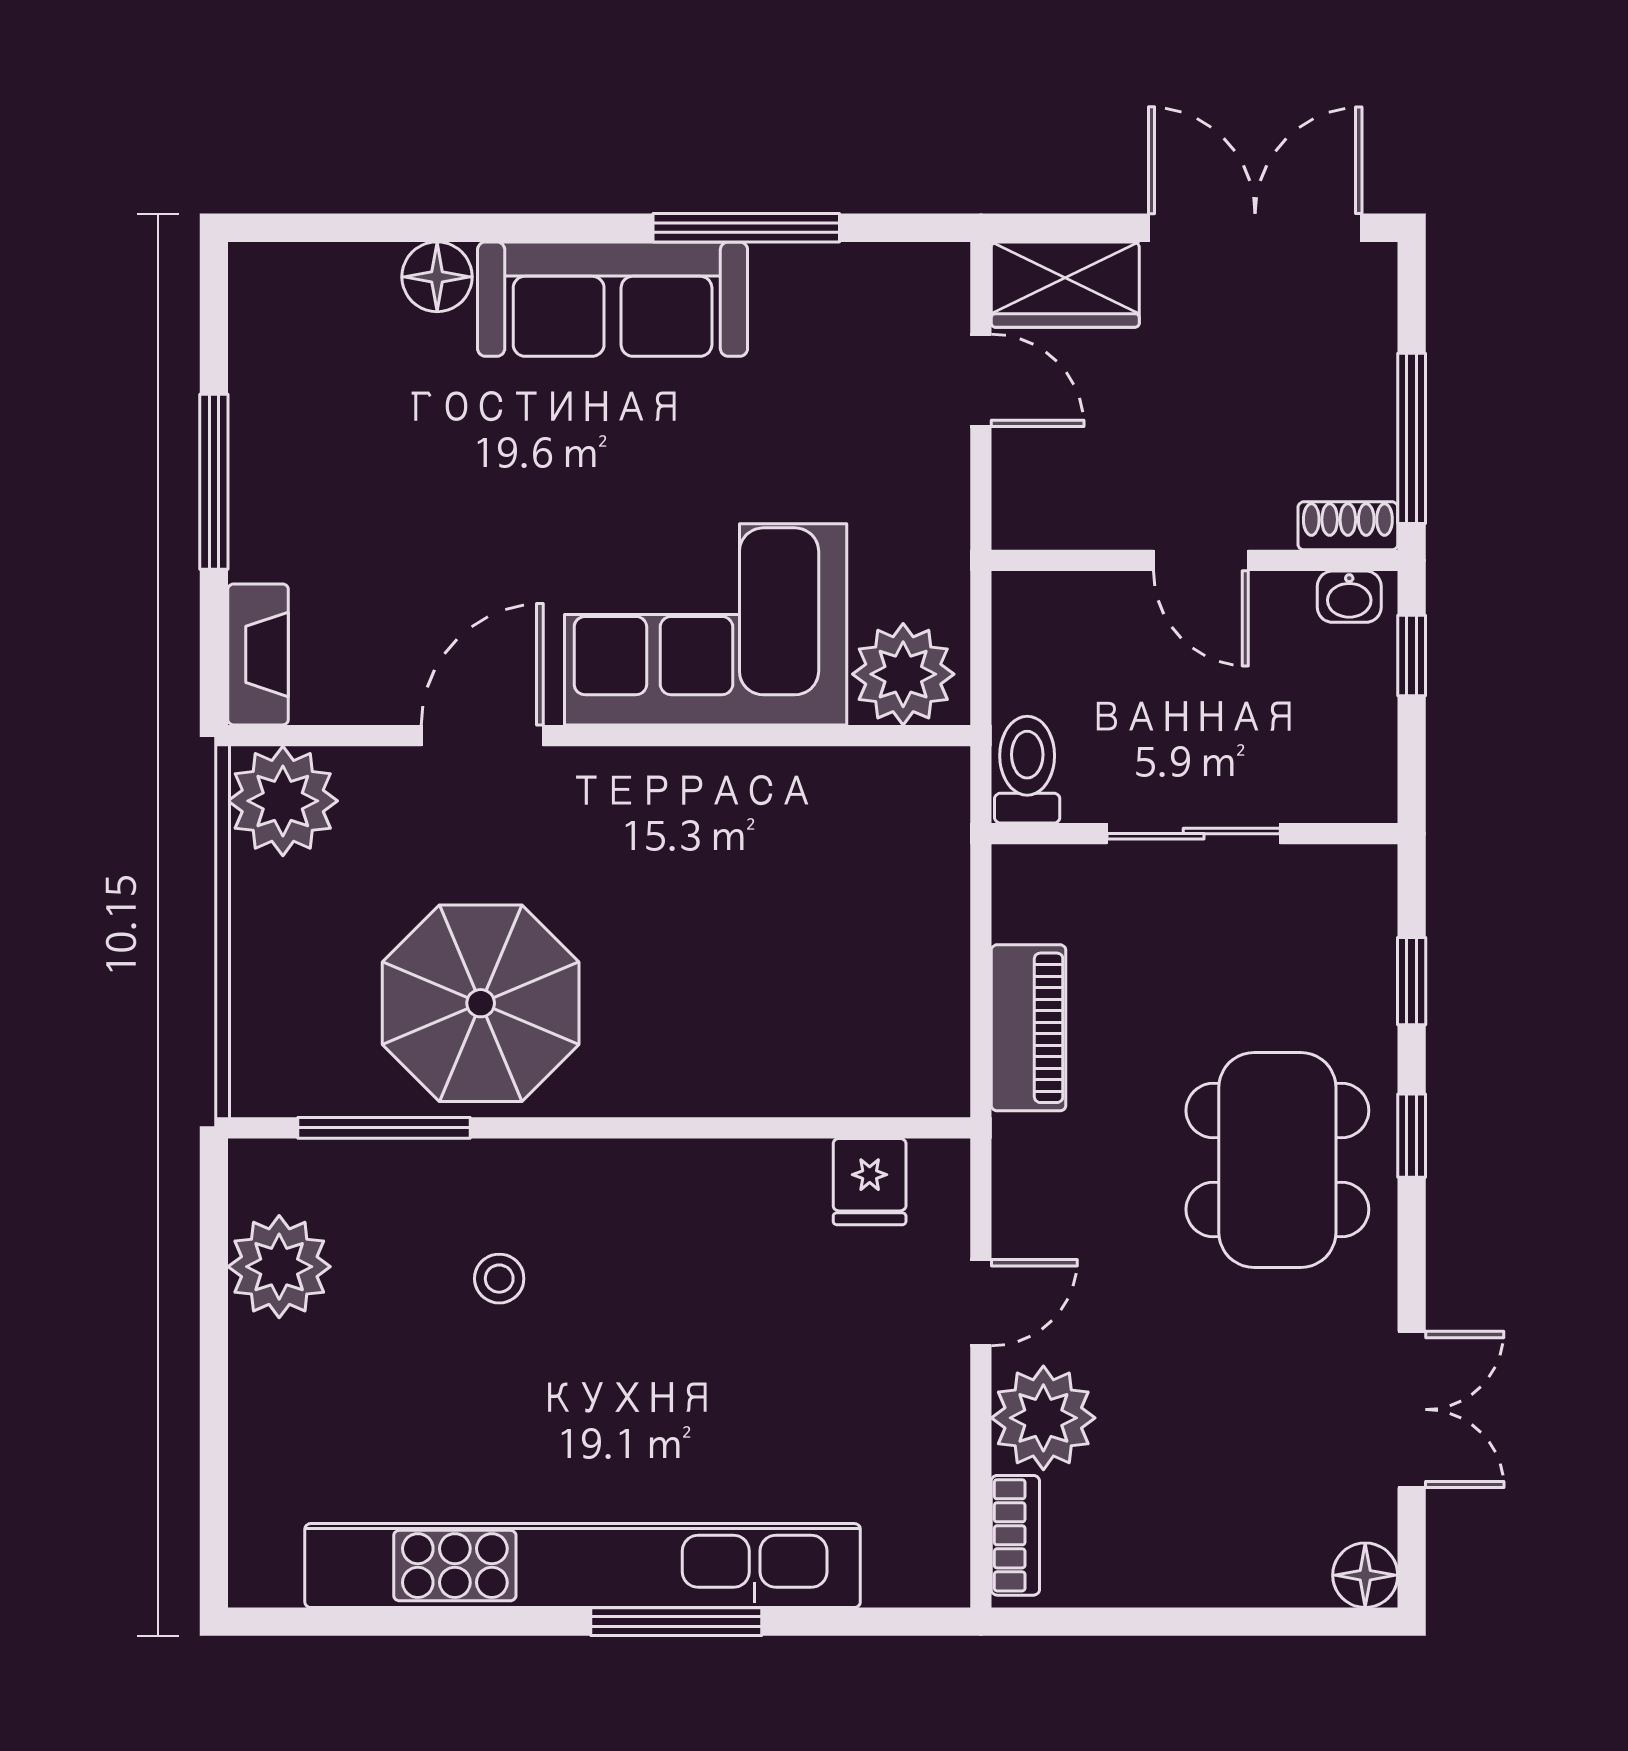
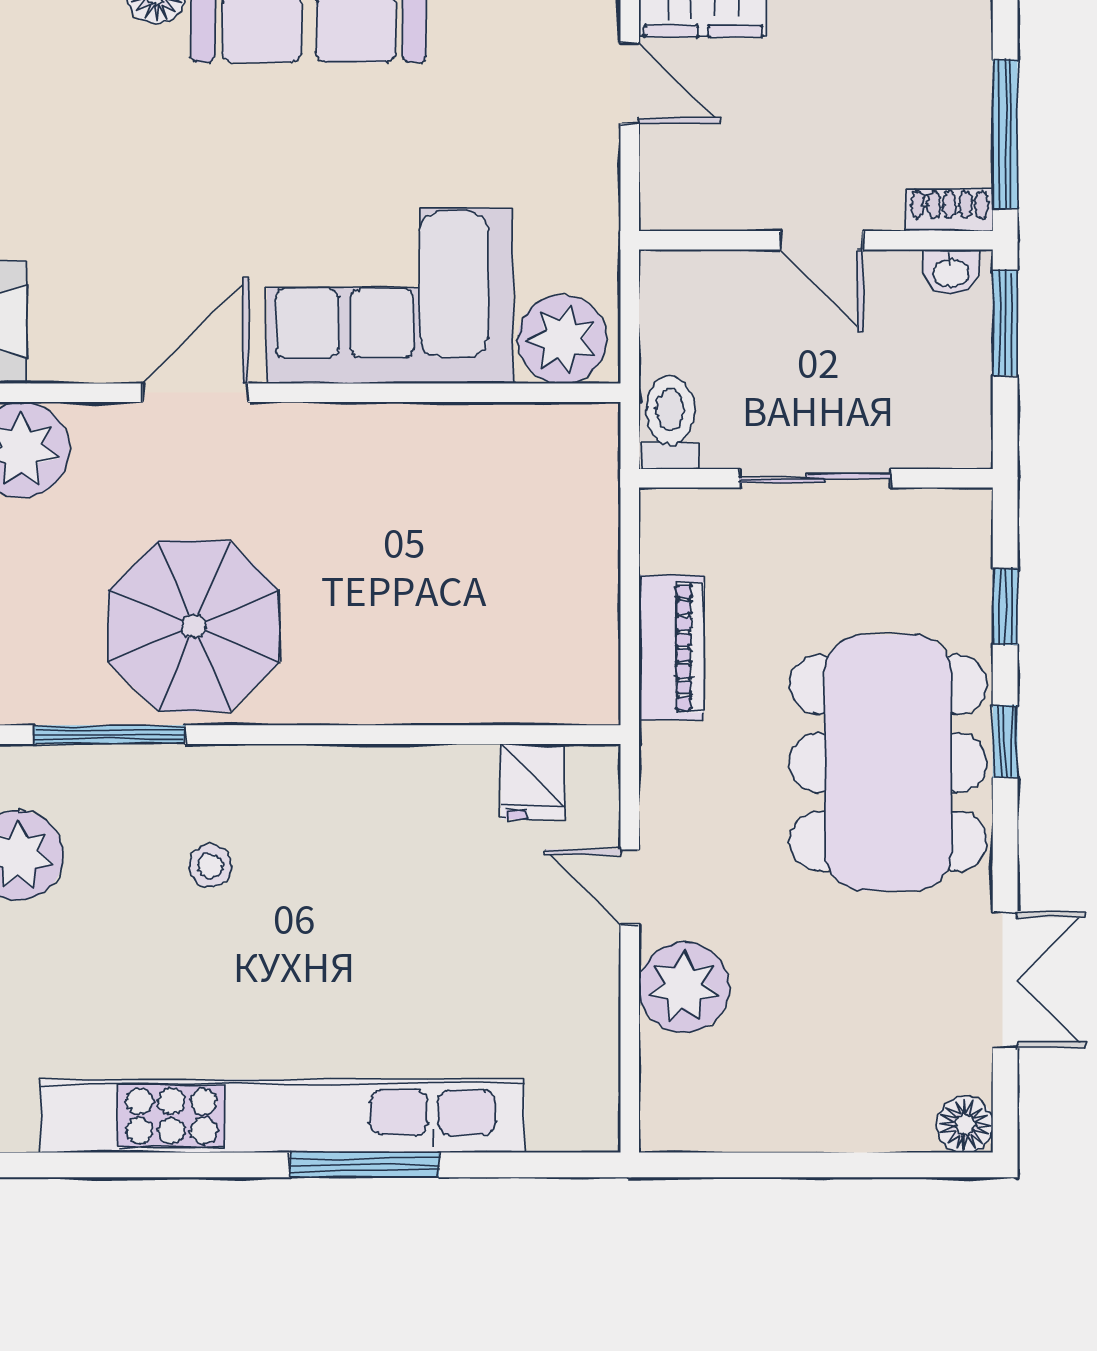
window: (1412, 655) -> (1005, 323), width x1.50
dining table: (1277, 1160) -> (888, 763), width x1.36, depth x1.24
door: (981, 1303) -> (630, 887), swing flipped
bookcase: (1015, 1535) -> (660, 1090), removed

